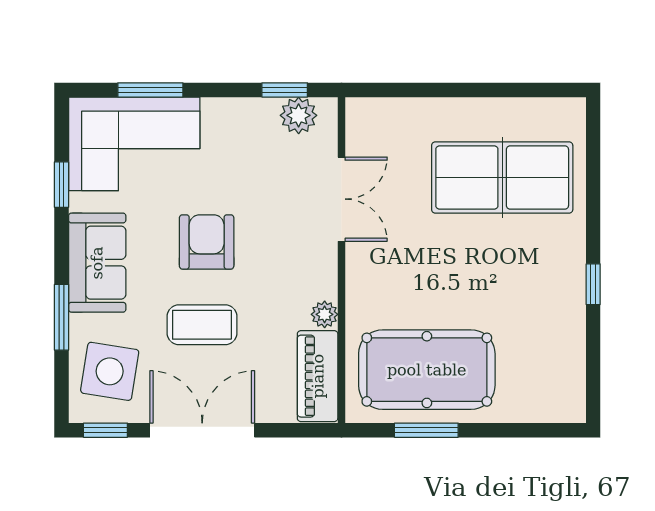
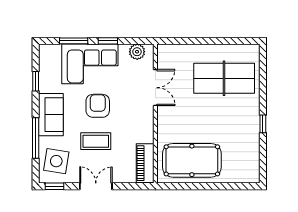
window: (285, 90) -> (108, 41), moved
corner sofa: (134, 144) -> (90, 64), moved
plant: (325, 314) -> (148, 137), removed
window: (61, 317) -> (36, 138), width x1.44
double door: (202, 430) -> (96, 186), width x0.73
window: (426, 430) -> (192, 186), removed

